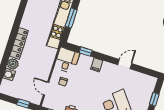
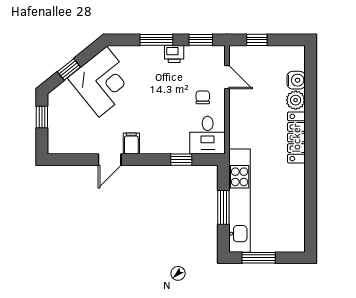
filing cabinet: (97, 65) -> (131, 144), moved

